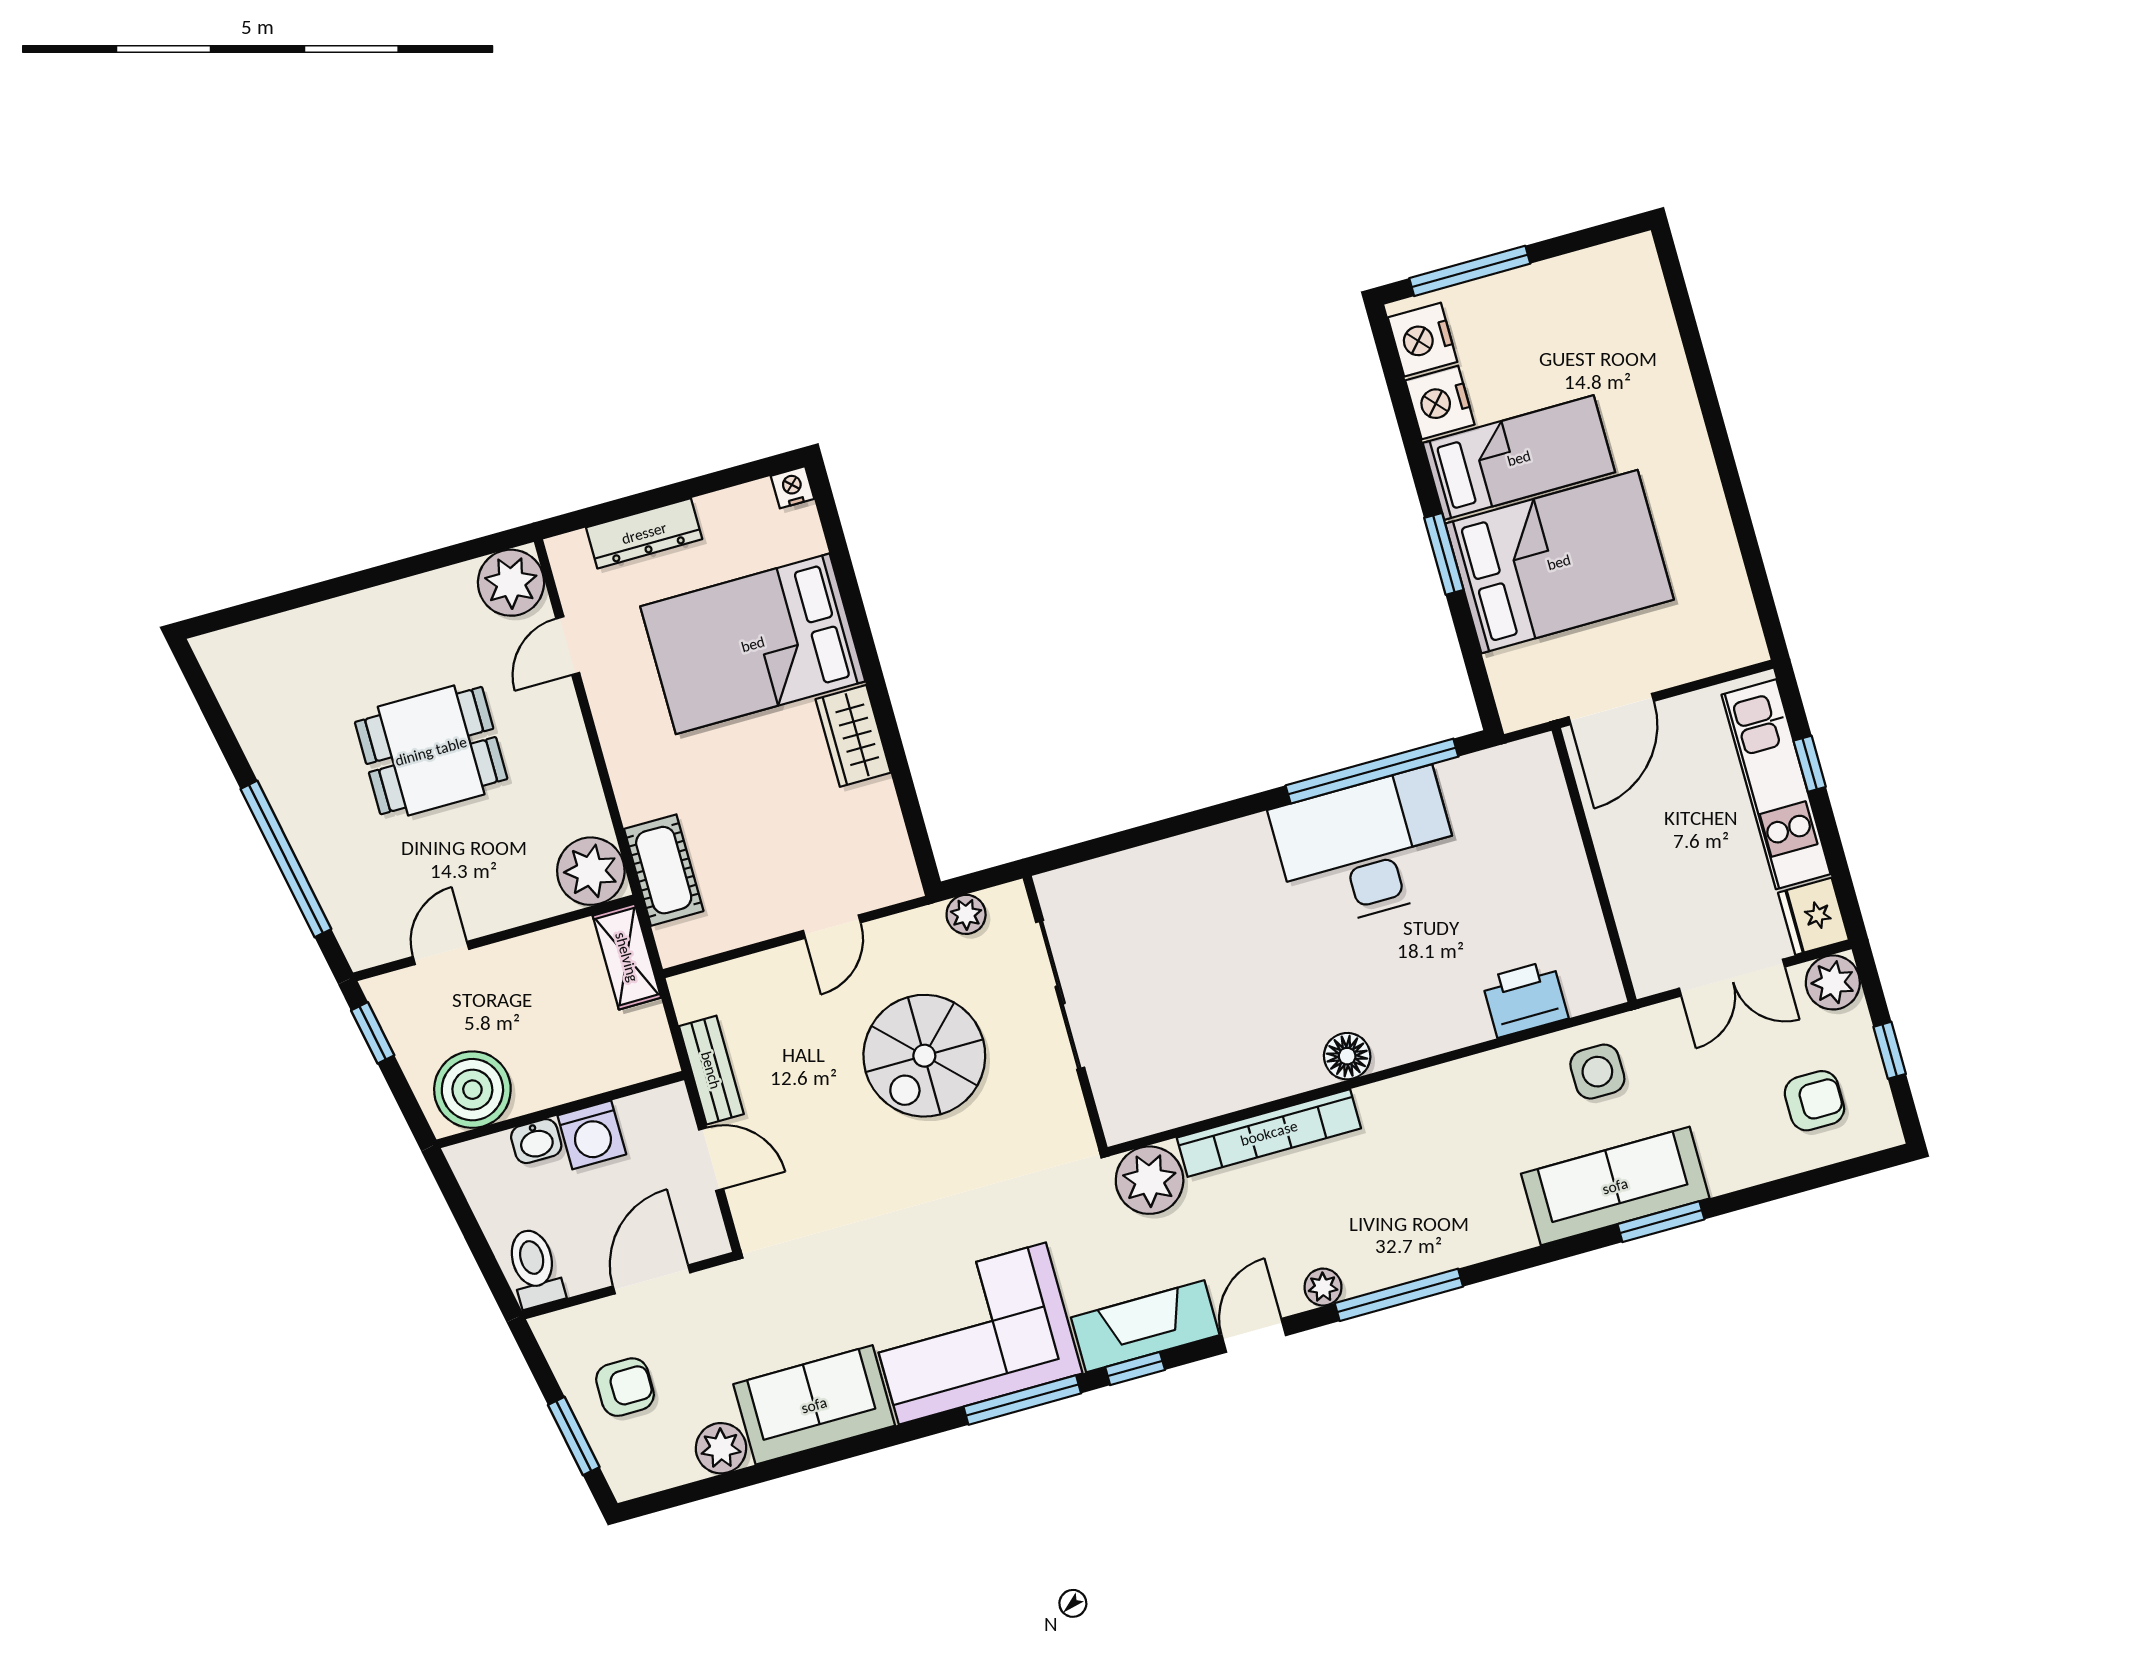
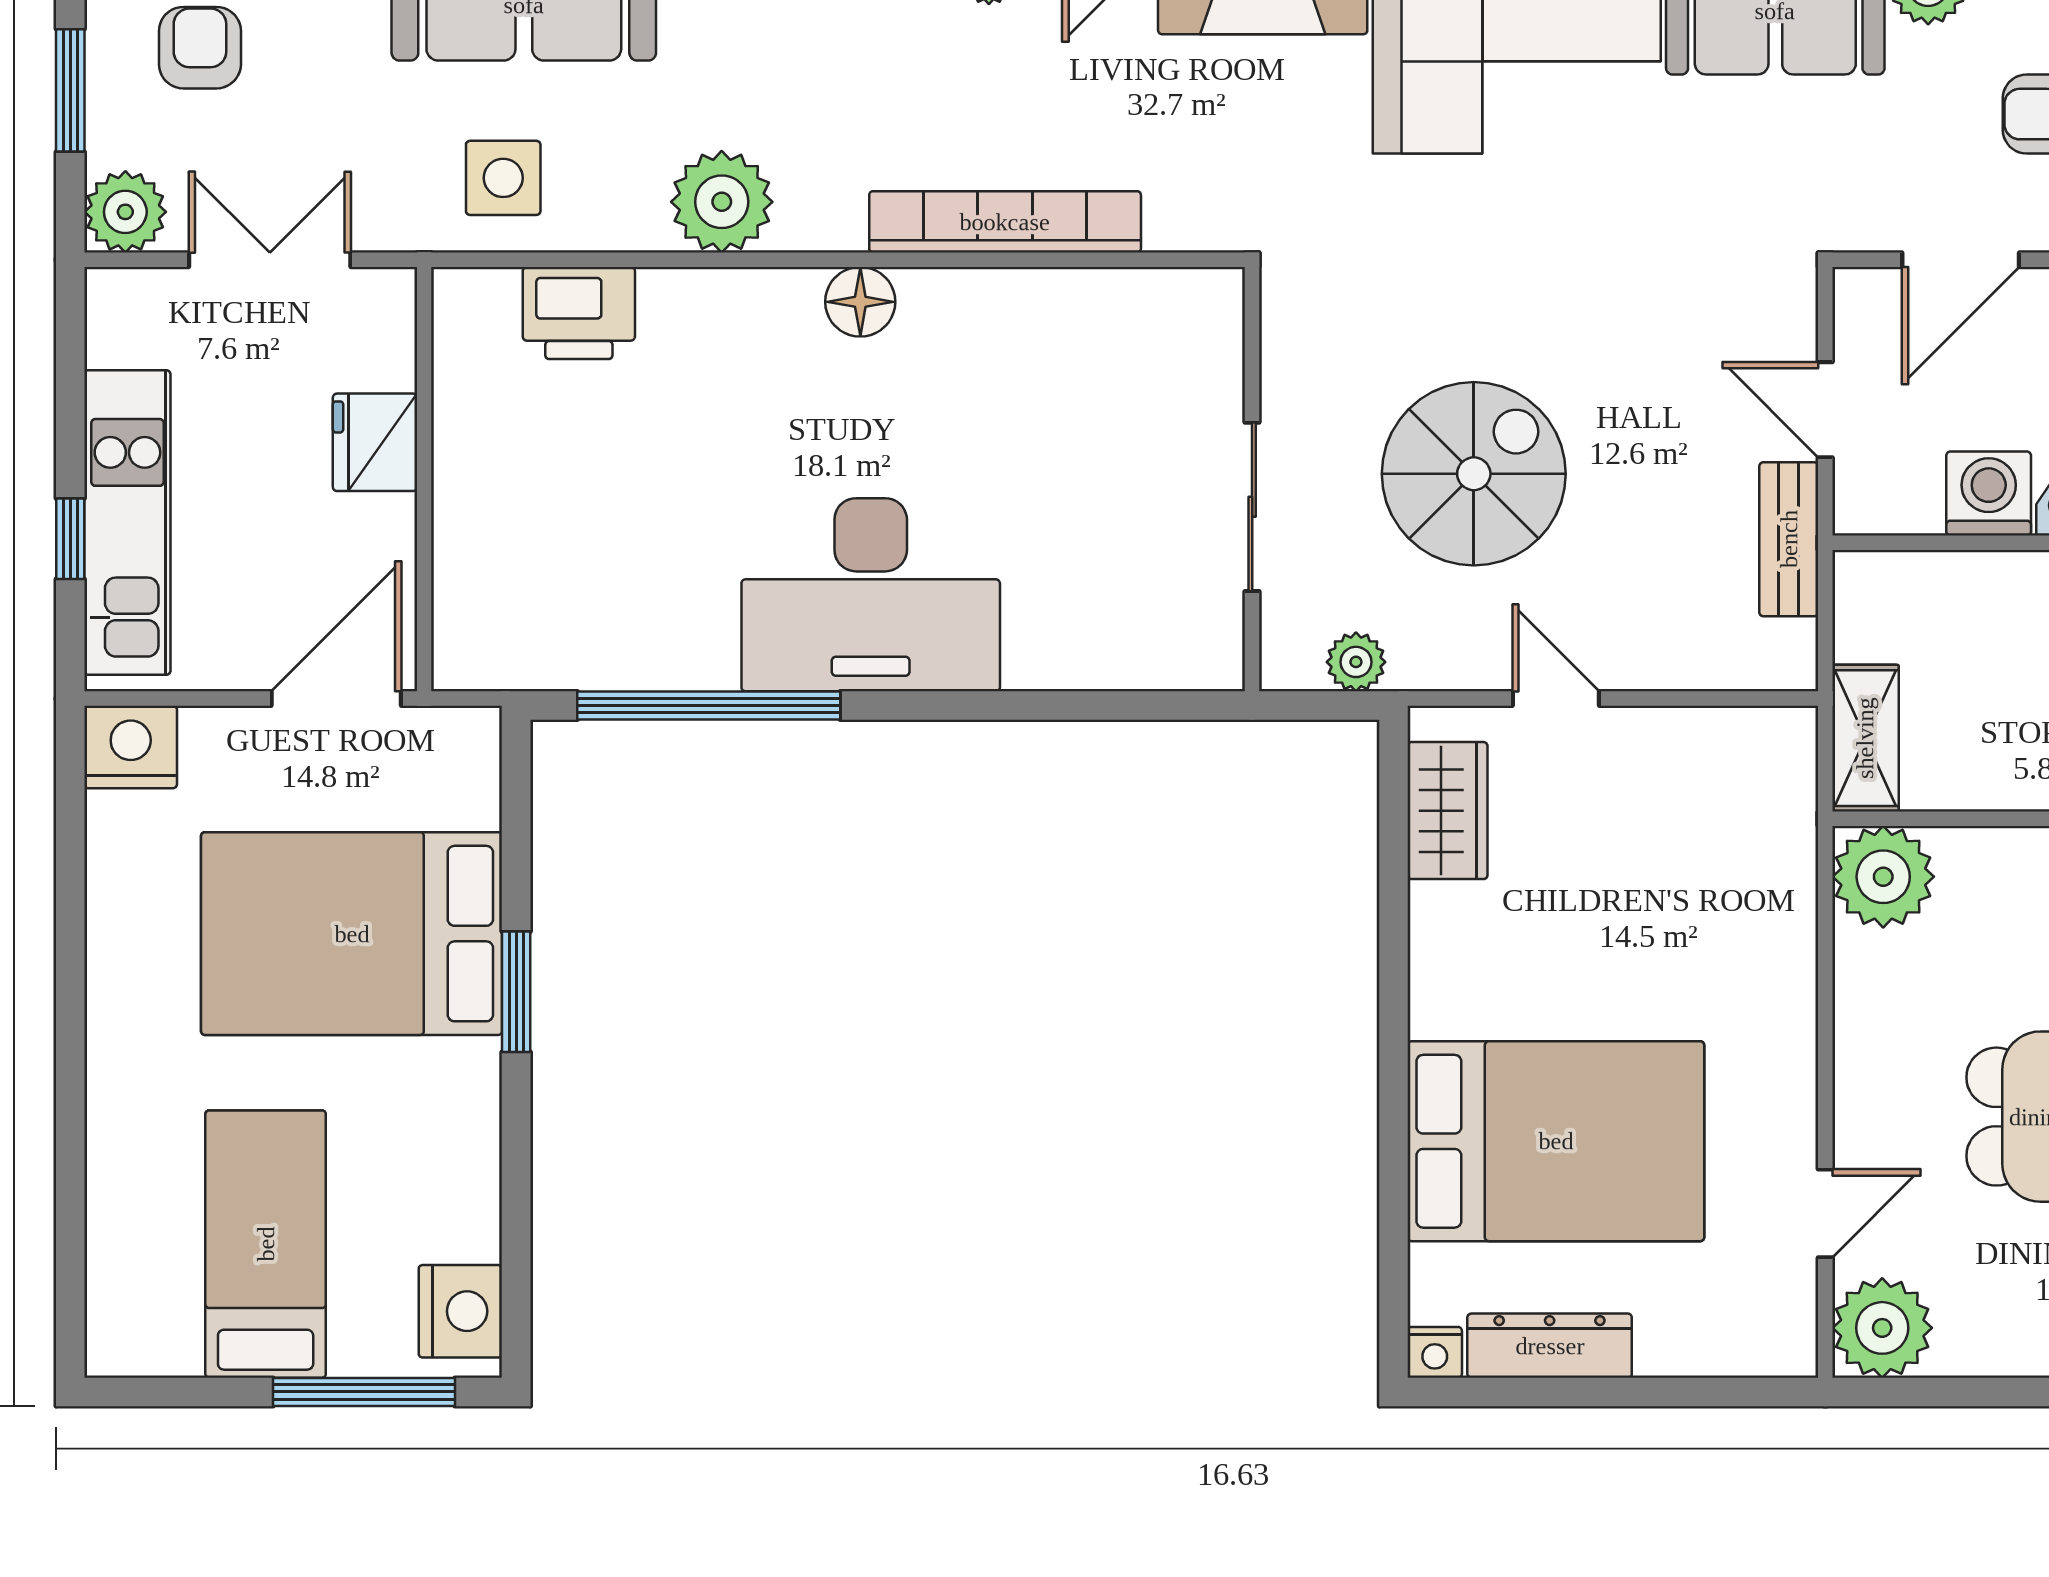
nightstand: (1440, 402) -> (131, 747), moved, turned -90
bed: (1519, 458) -> (266, 1244), moved, turned 90
dresser: (644, 533) -> (1550, 1346), moved
wardrobe: (853, 736) -> (1448, 811), moved
desk: (1367, 849) -> (871, 595), moved
cot: (664, 870) -> (1777, 849), removed
fridge: (1814, 916) -> (375, 442), moved, turned 180
door: (832, 927) -> (1556, 698), hinge flipped
sliding door: (1060, 995) -> (1252, 507), width x0.73
window: (1890, 1050) -> (70, 90), width x1.50
armchair: (1814, 1101) -> (200, 48), turned 90
plant: (1150, 1180) -> (722, 202), moved

